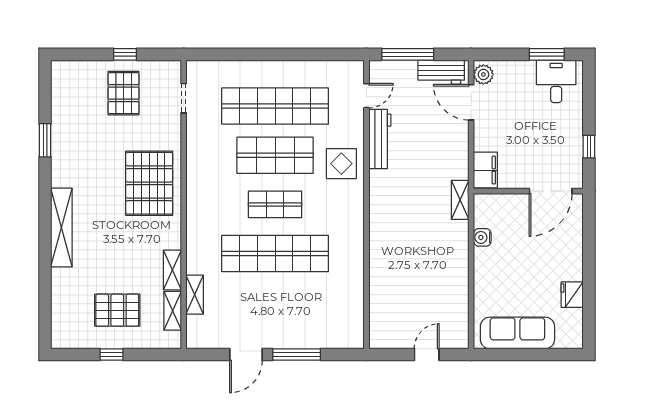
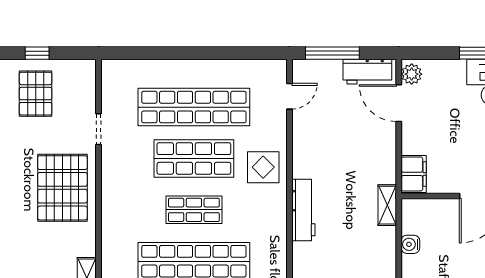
doorway: (184, 98) -> (98, 129), moved
workbench: (380, 139) -> (303, 210), moved

